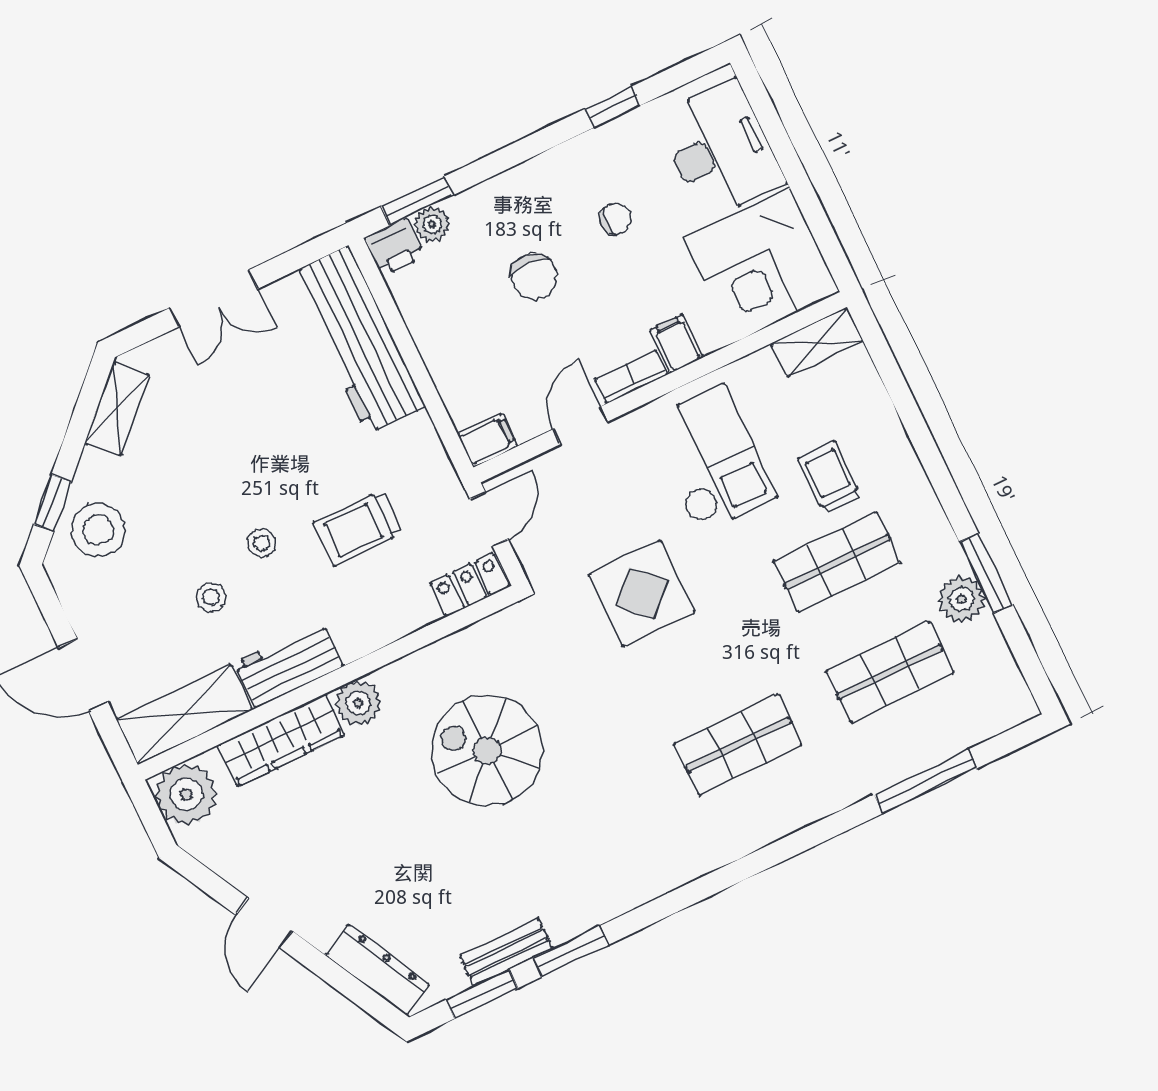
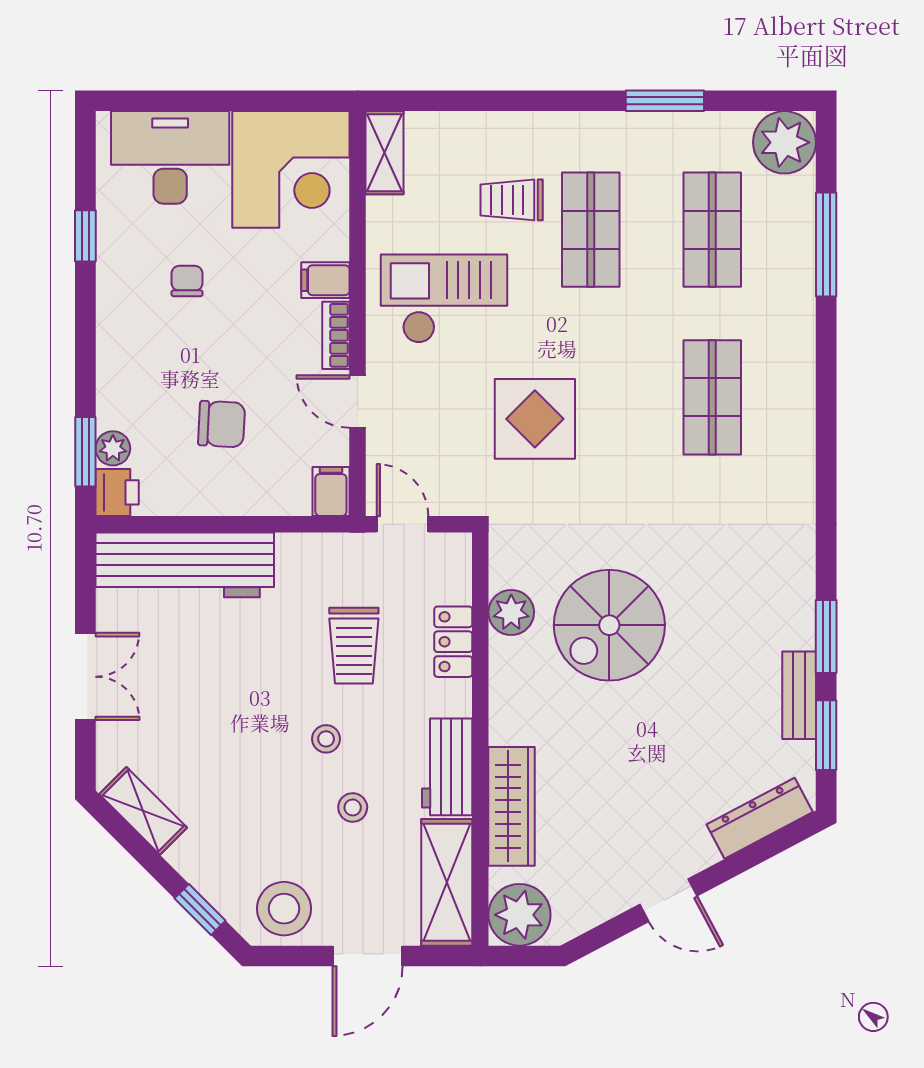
chair: (534, 276) -> (222, 424), moved
stool: (98, 530) -> (284, 909), moved
locker: (470, 585) -> (453, 642), moved
plant: (961, 599) -> (785, 142), moved, width x1.36, depth x1.36
plant: (358, 703) -> (511, 612), moved

